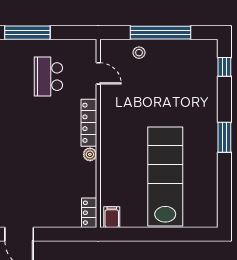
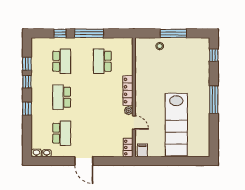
window: (161, 33) -> (173, 33), width x0.68
door: (98, 73) -> (134, 123), moved
window: (224, 137) -> (214, 100), width x1.44
lab bench: (165, 177) -> (176, 125), turned 180

